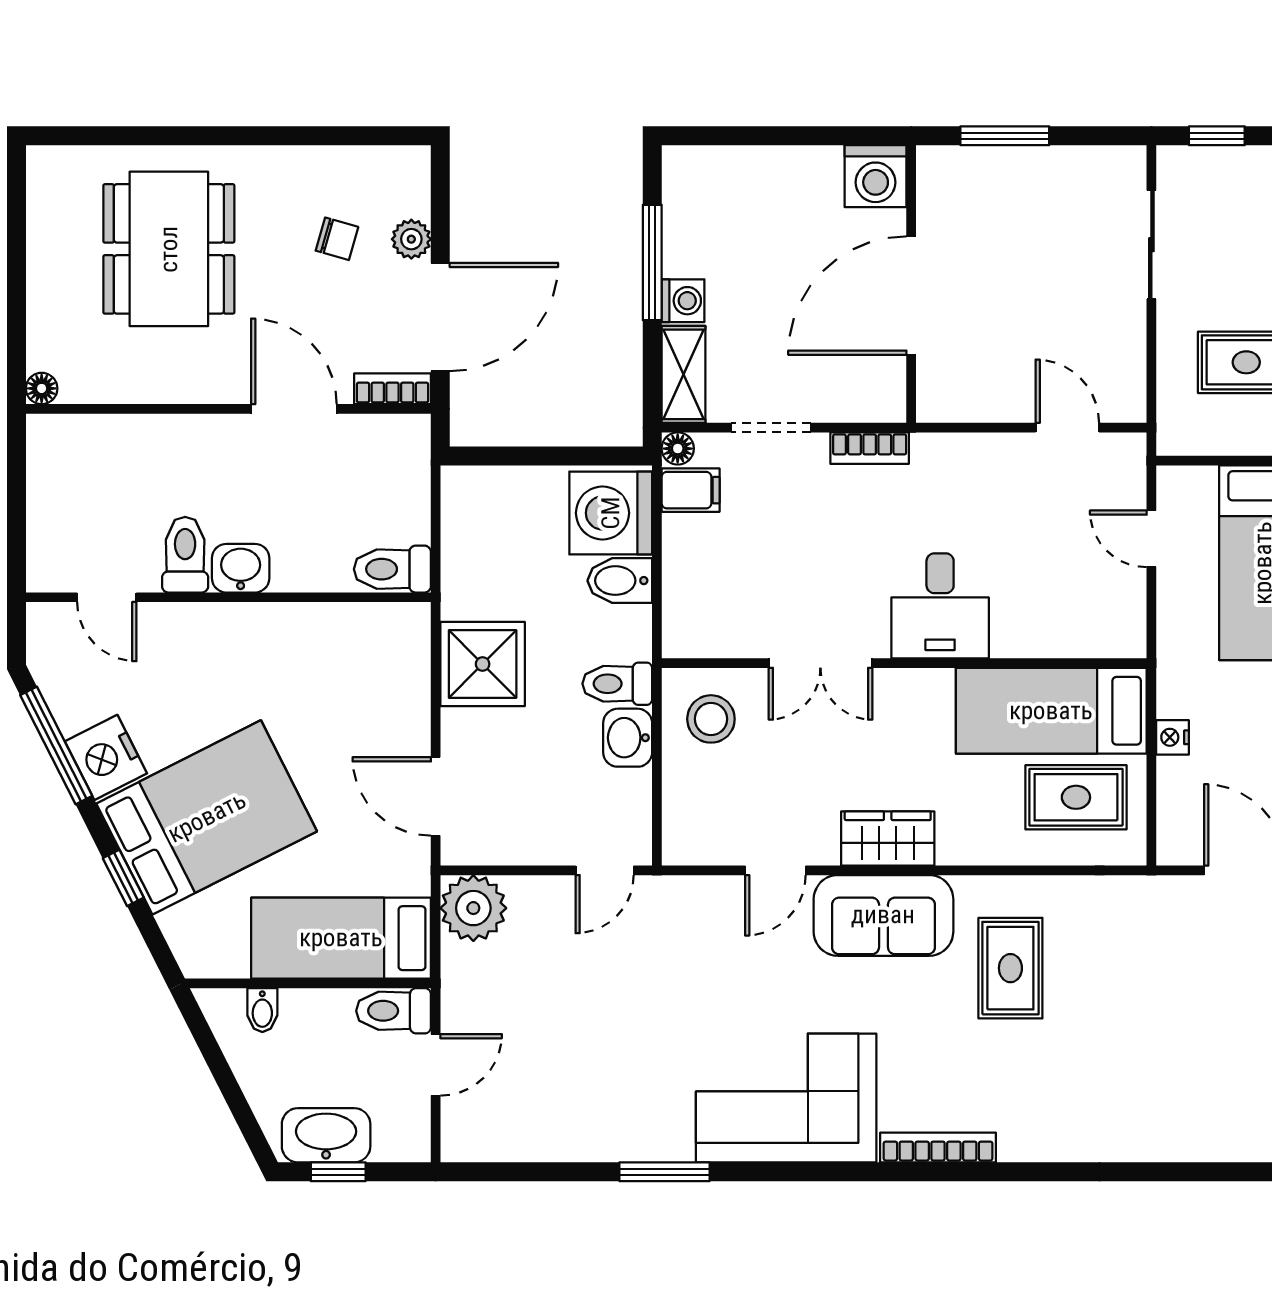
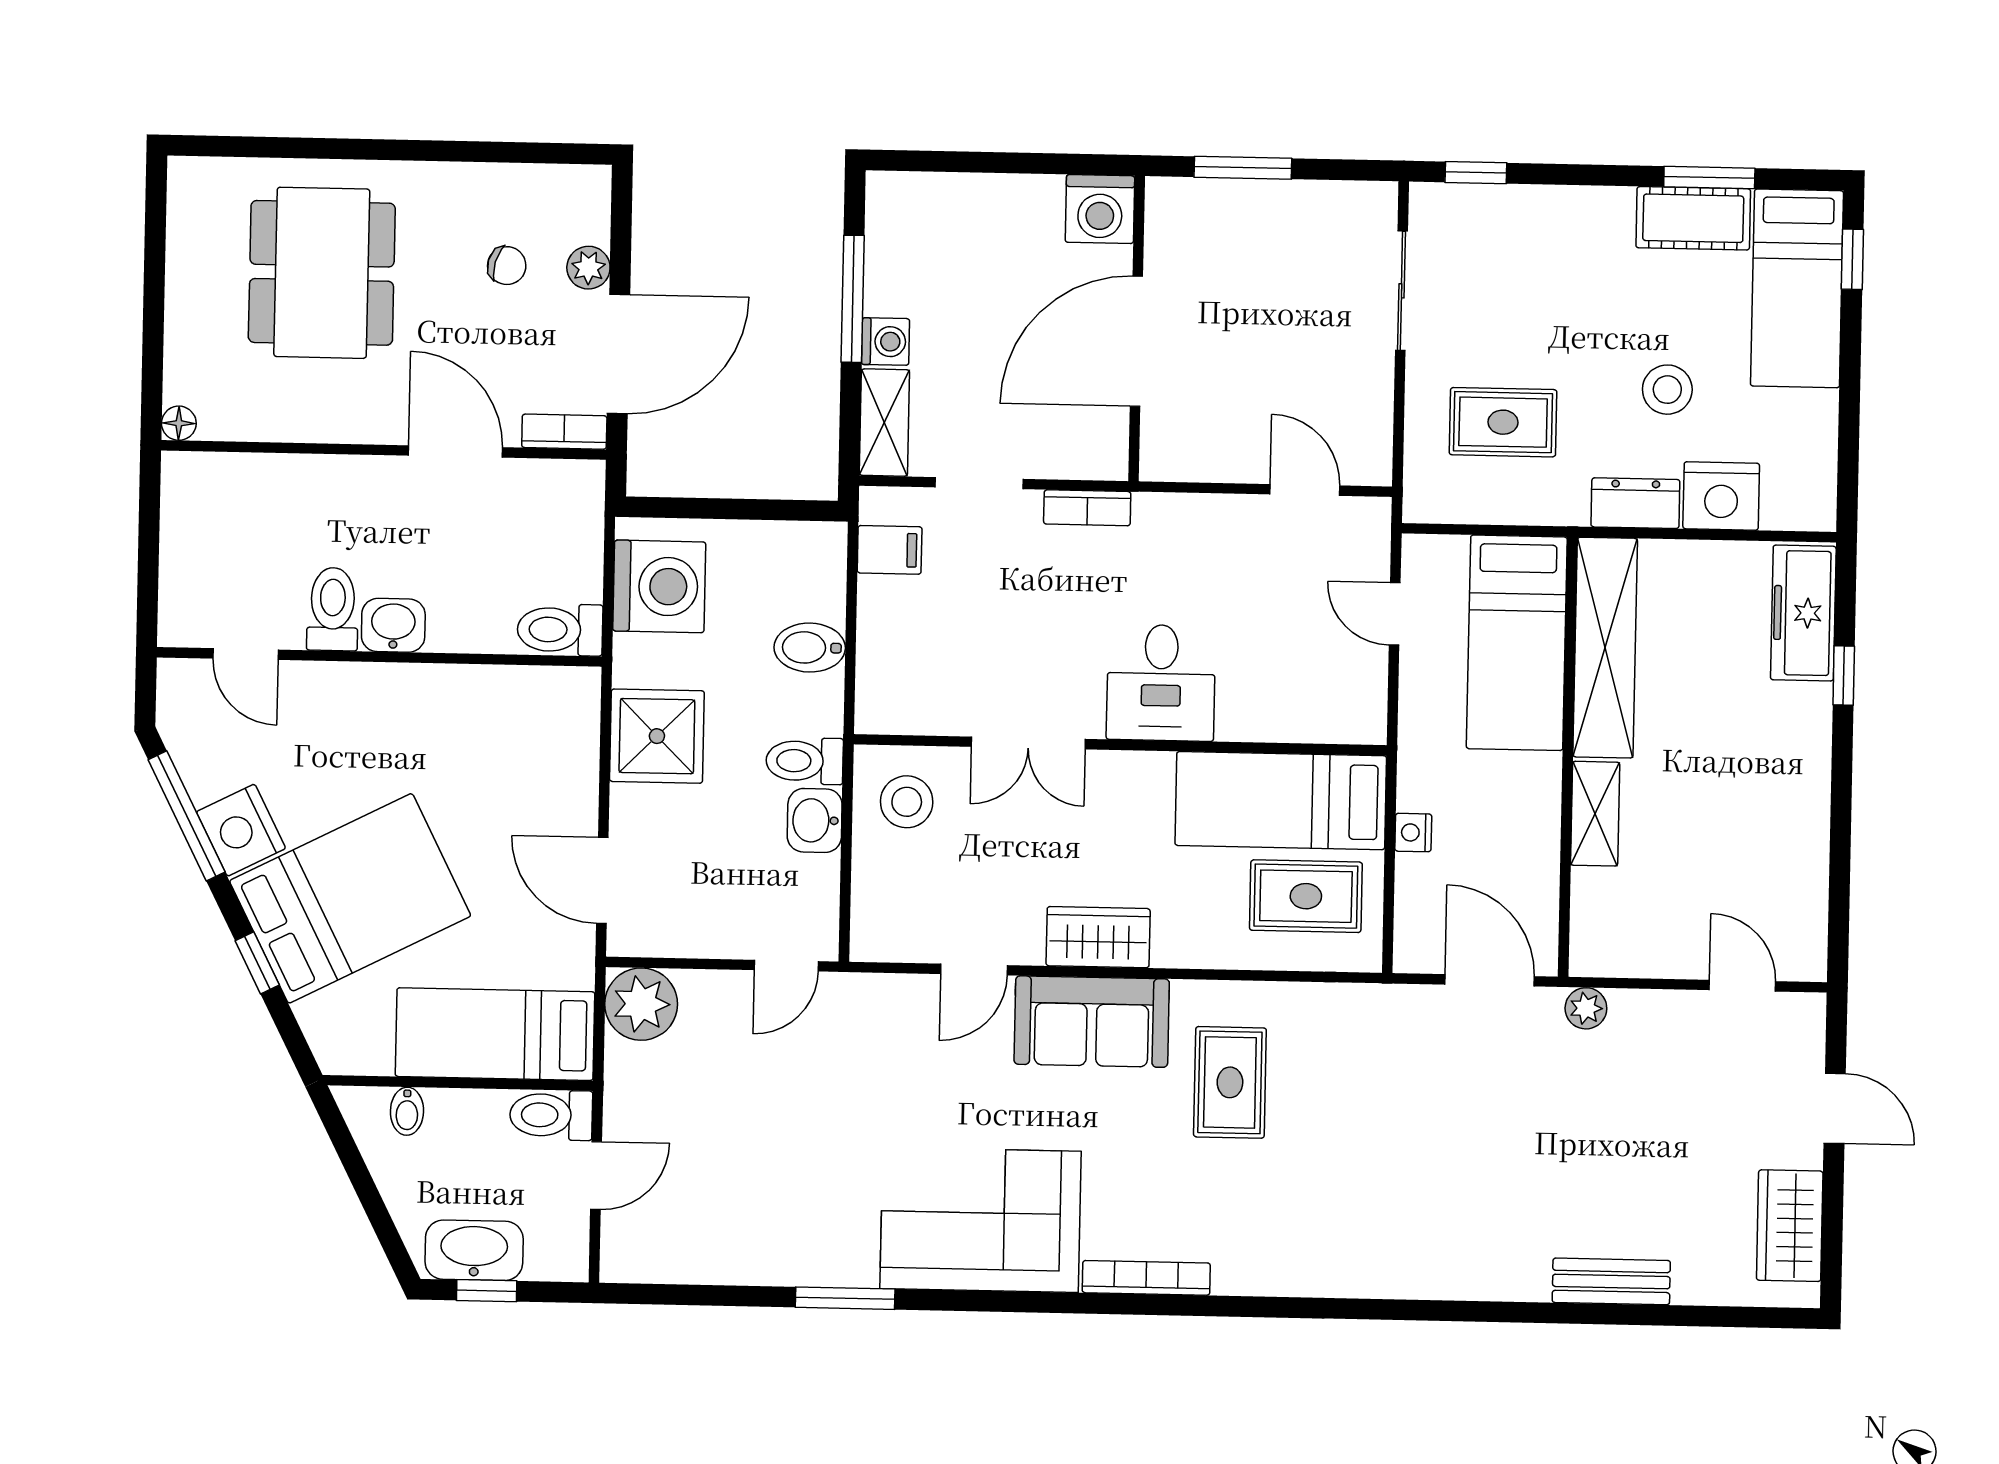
floor lamp: (678, 449) -> (876, 504), removed
washing machine: (611, 513) -> (659, 586), moved, turned 180

